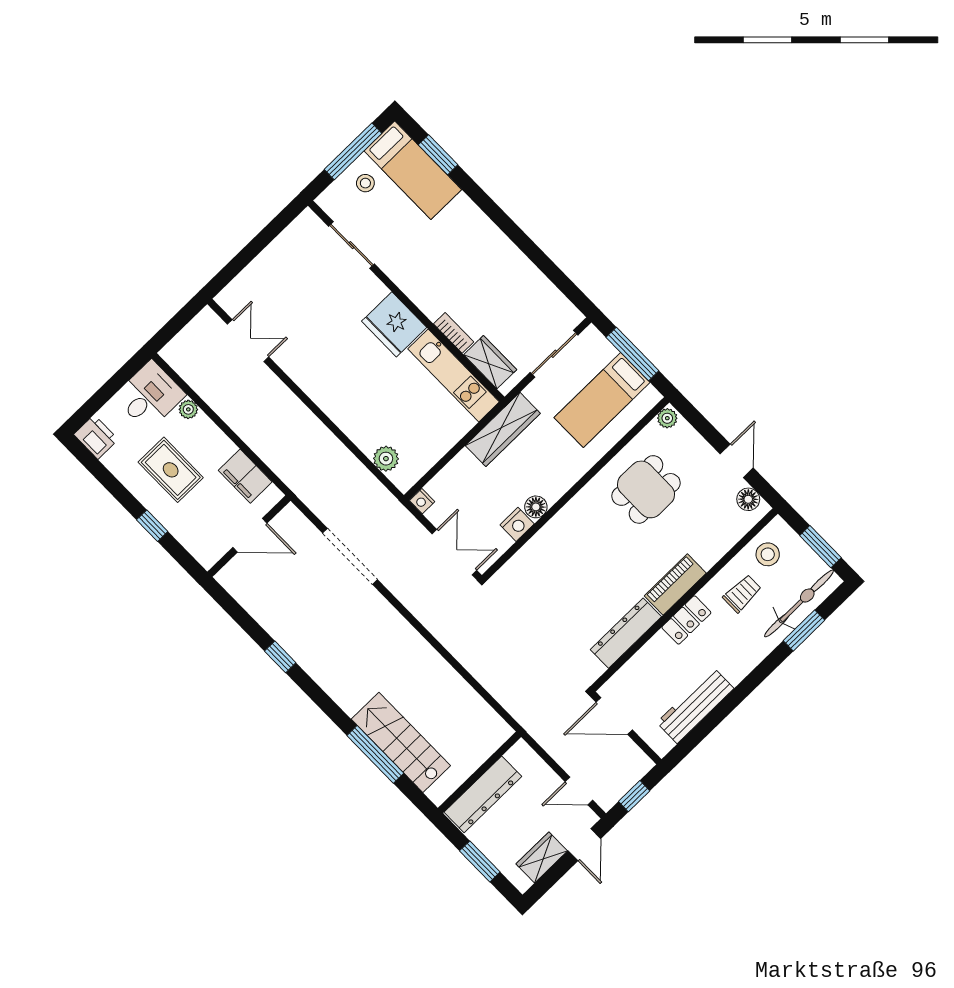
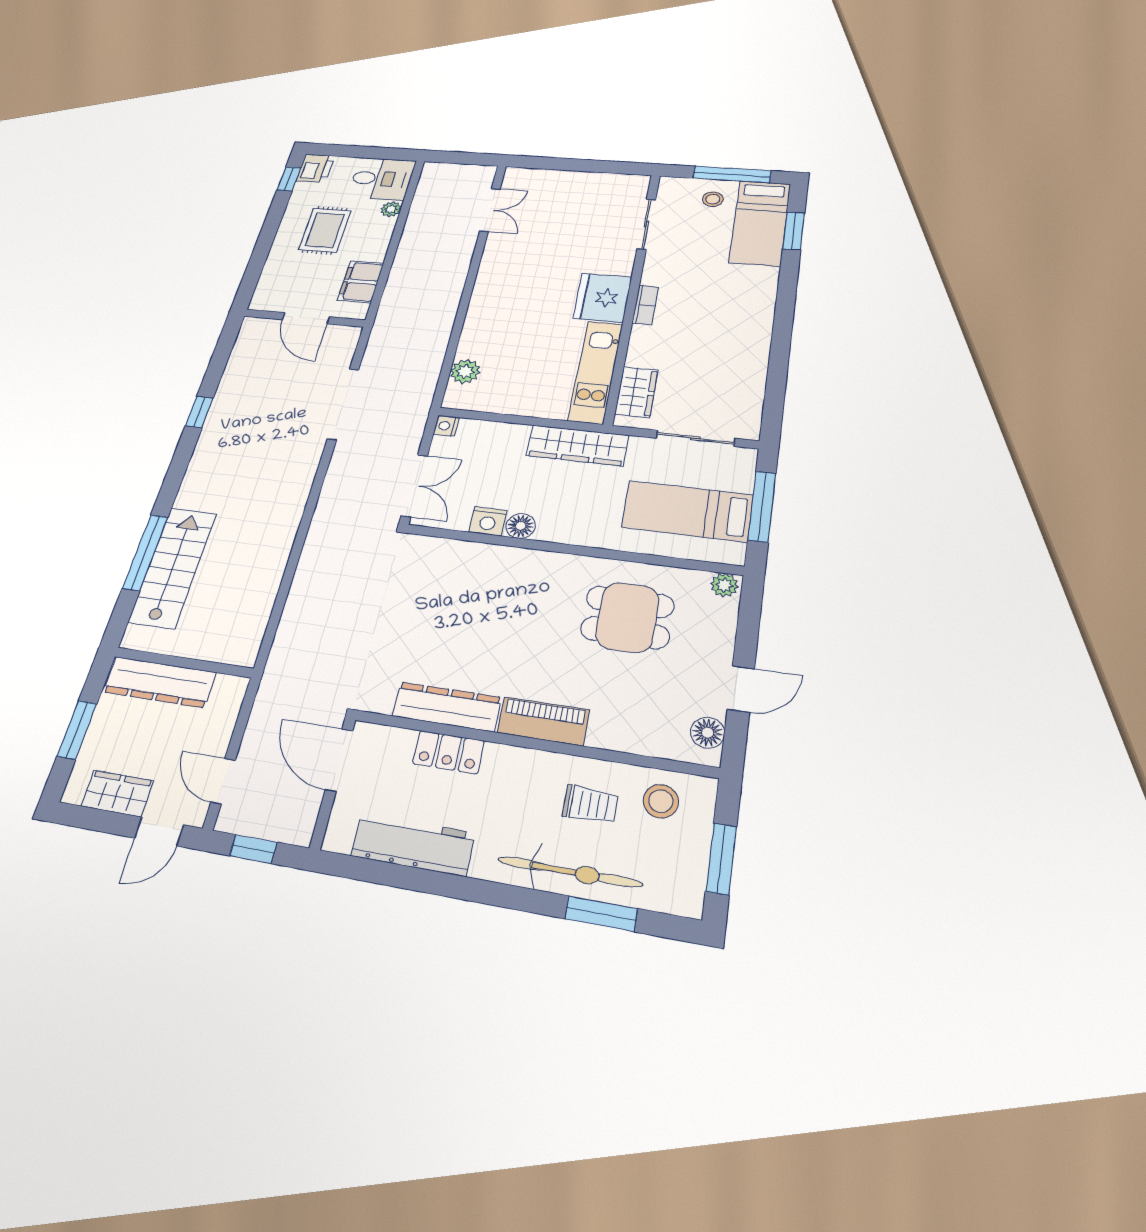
bookcase: (454, 333) -> (645, 305), moved
window: (152, 526) -> (289, 179), moved
bicycle: (799, 603) -> (570, 872), moved
locker: (686, 620) -> (449, 752), moved

